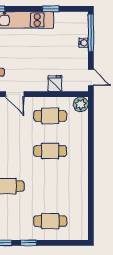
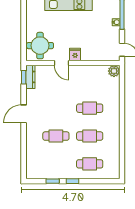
fridge: (55, 83) -> (75, 54), moved
cafe table: (50, 116) -> (90, 136), moved

